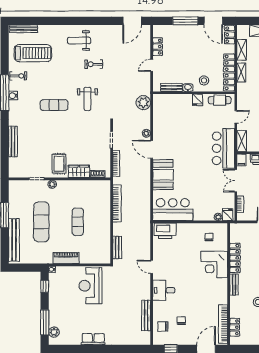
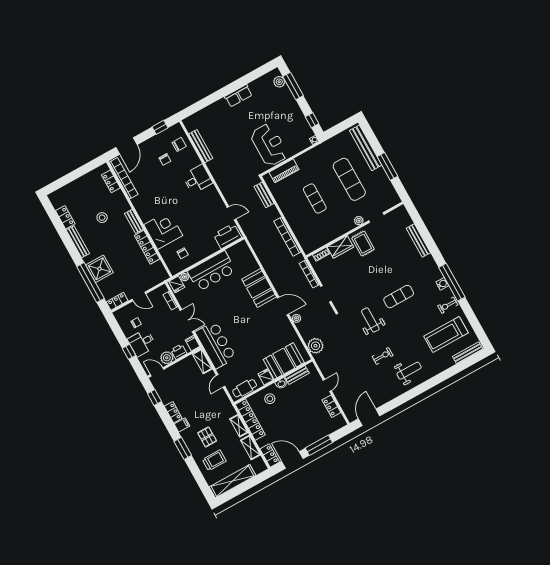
booth: (176, 105) -> (284, 361), added
bar counter: (173, 210) -> (212, 271), moved
piano: (66, 258) -> (284, 171), moved
door: (152, 267) -> (231, 213), moved

